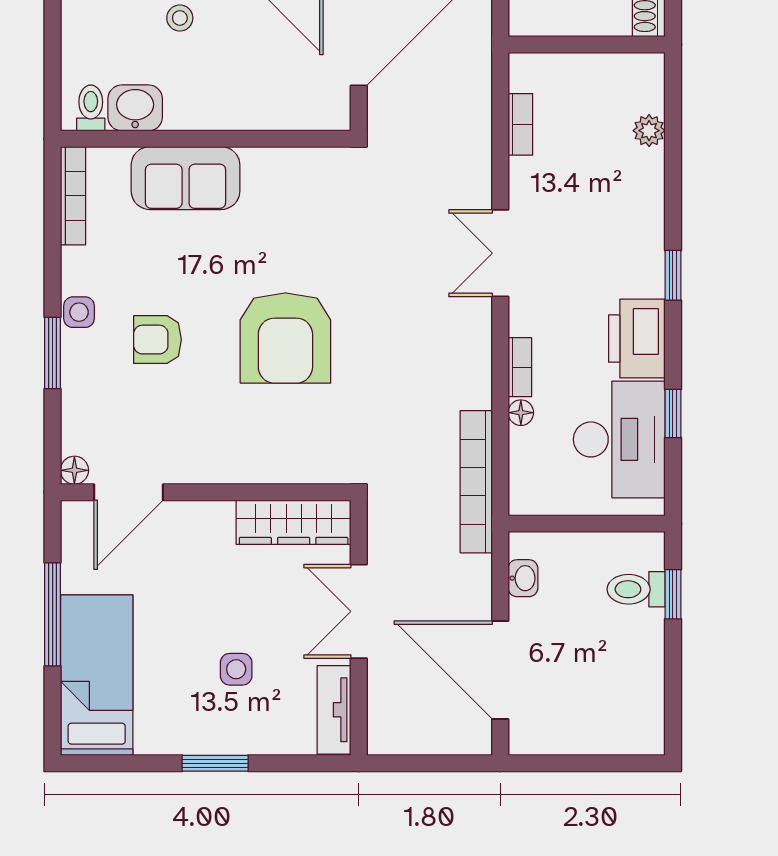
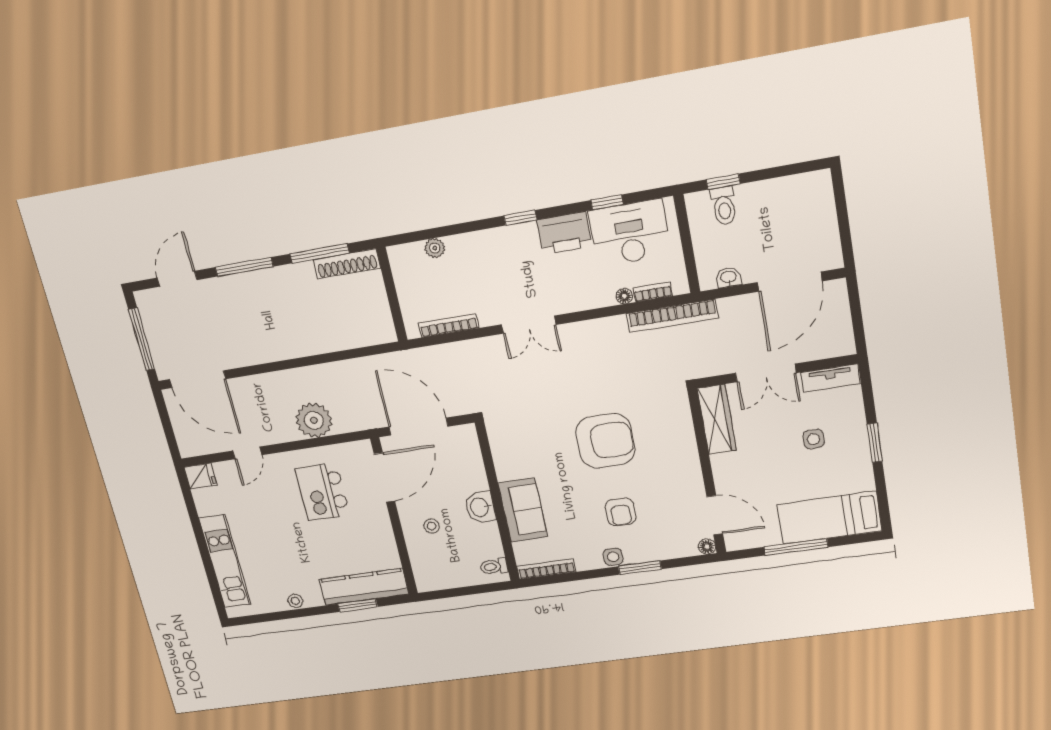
washbasin: (135, 108) -> (480, 507), moved
bookcase: (520, 124) -> (449, 326), width x1.56
bookcase: (520, 367) -> (653, 292), moved

